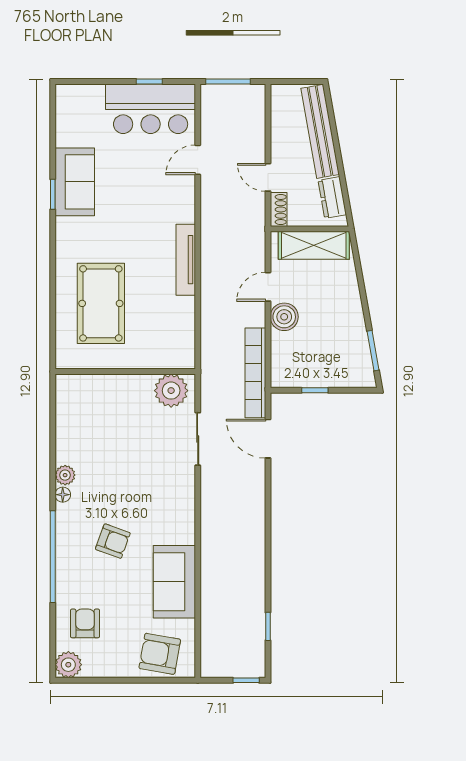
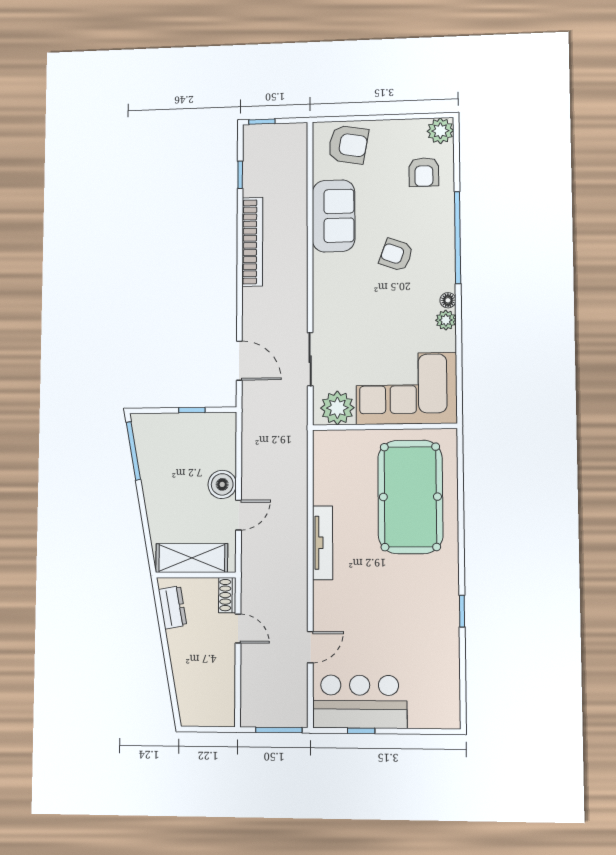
bench: (320, 131) -> (184, 676), removed
sofa: (75, 182) -> (439, 624), removed
pool table: (101, 303) -> (410, 497), width x1.36, depth x1.32
window: (373, 351) -> (133, 451), width x1.44
bookcase: (255, 373) -> (252, 242), moved
corner sofa: (104, 409) -> (406, 388), added

